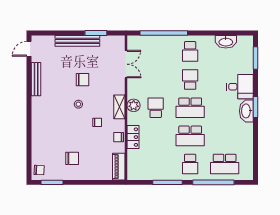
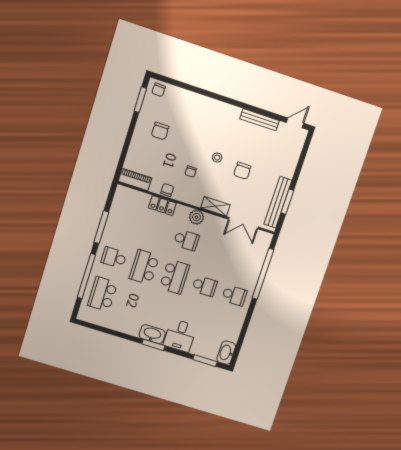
bench: (77, 41) -> (278, 202), moved
washbasin: (226, 42) -> (226, 353), moved
door: (29, 49) -> (295, 123), hinge flipped
school desk: (190, 51) -> (234, 295), turned 180
shelving: (119, 107) -> (215, 206), moved
school desk: (190, 108) -> (175, 277), turned 180

